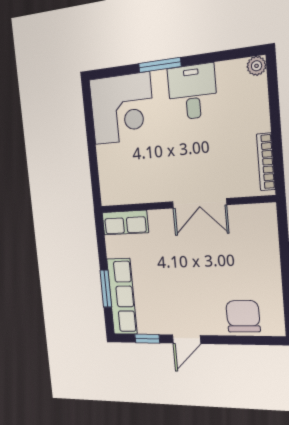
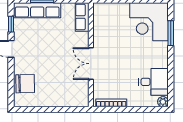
window: (160, 65) -> (171, 33), moved
desk: (192, 92) -> (153, 82), moved

